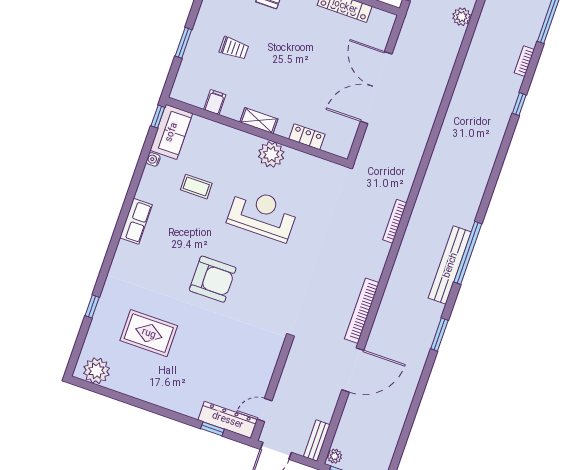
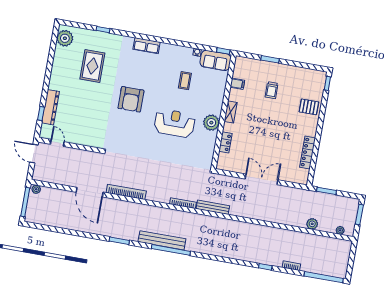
double door: (376, 88) -> (261, 179), width x0.73
reception desk: (263, 214) -> (175, 123), turned -90
row of seats: (136, 221) -> (147, 46), moved
dresser: (228, 420) -> (50, 107), moved
bench: (317, 441) -> (213, 207), moved, width x1.36

